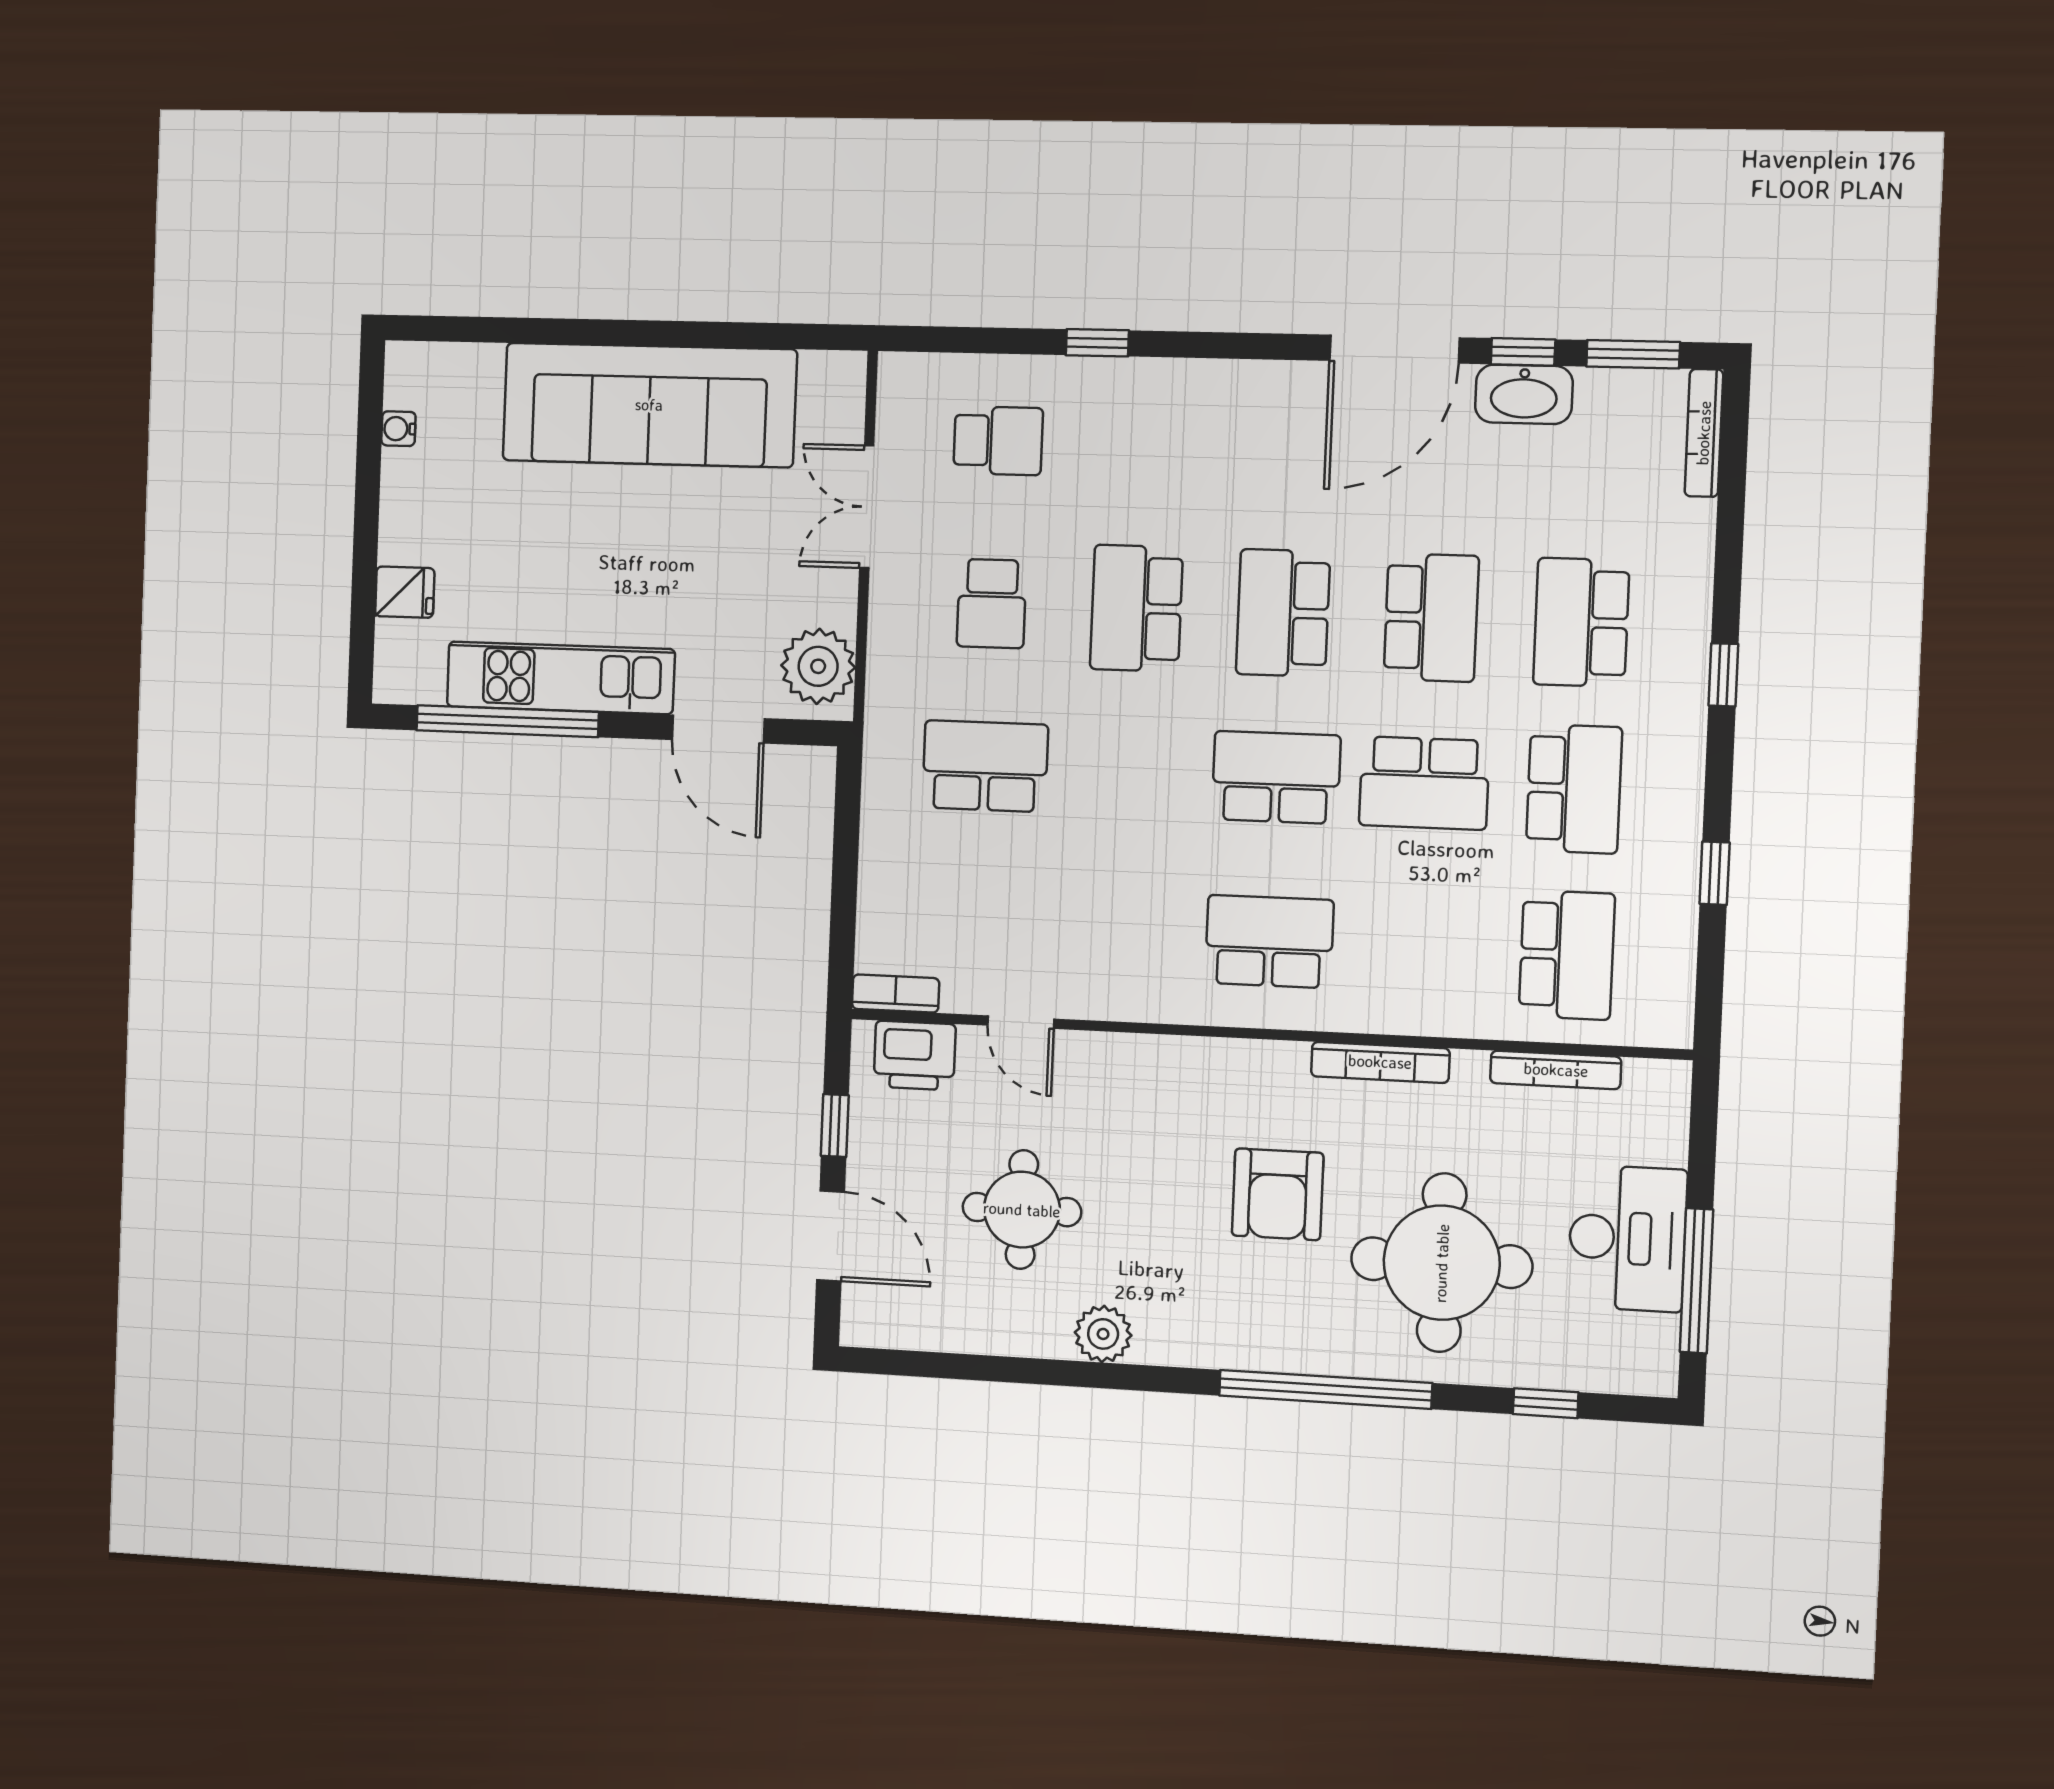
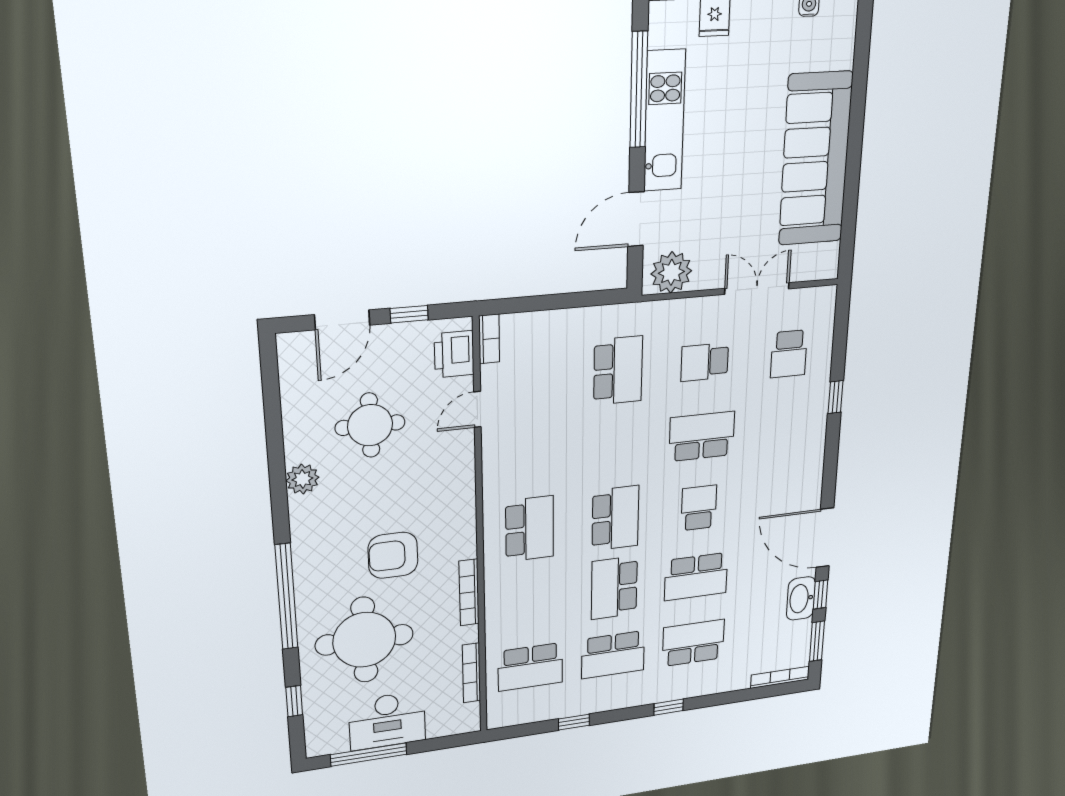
school desk: (1283, 613) -> (699, 508), width x0.54

